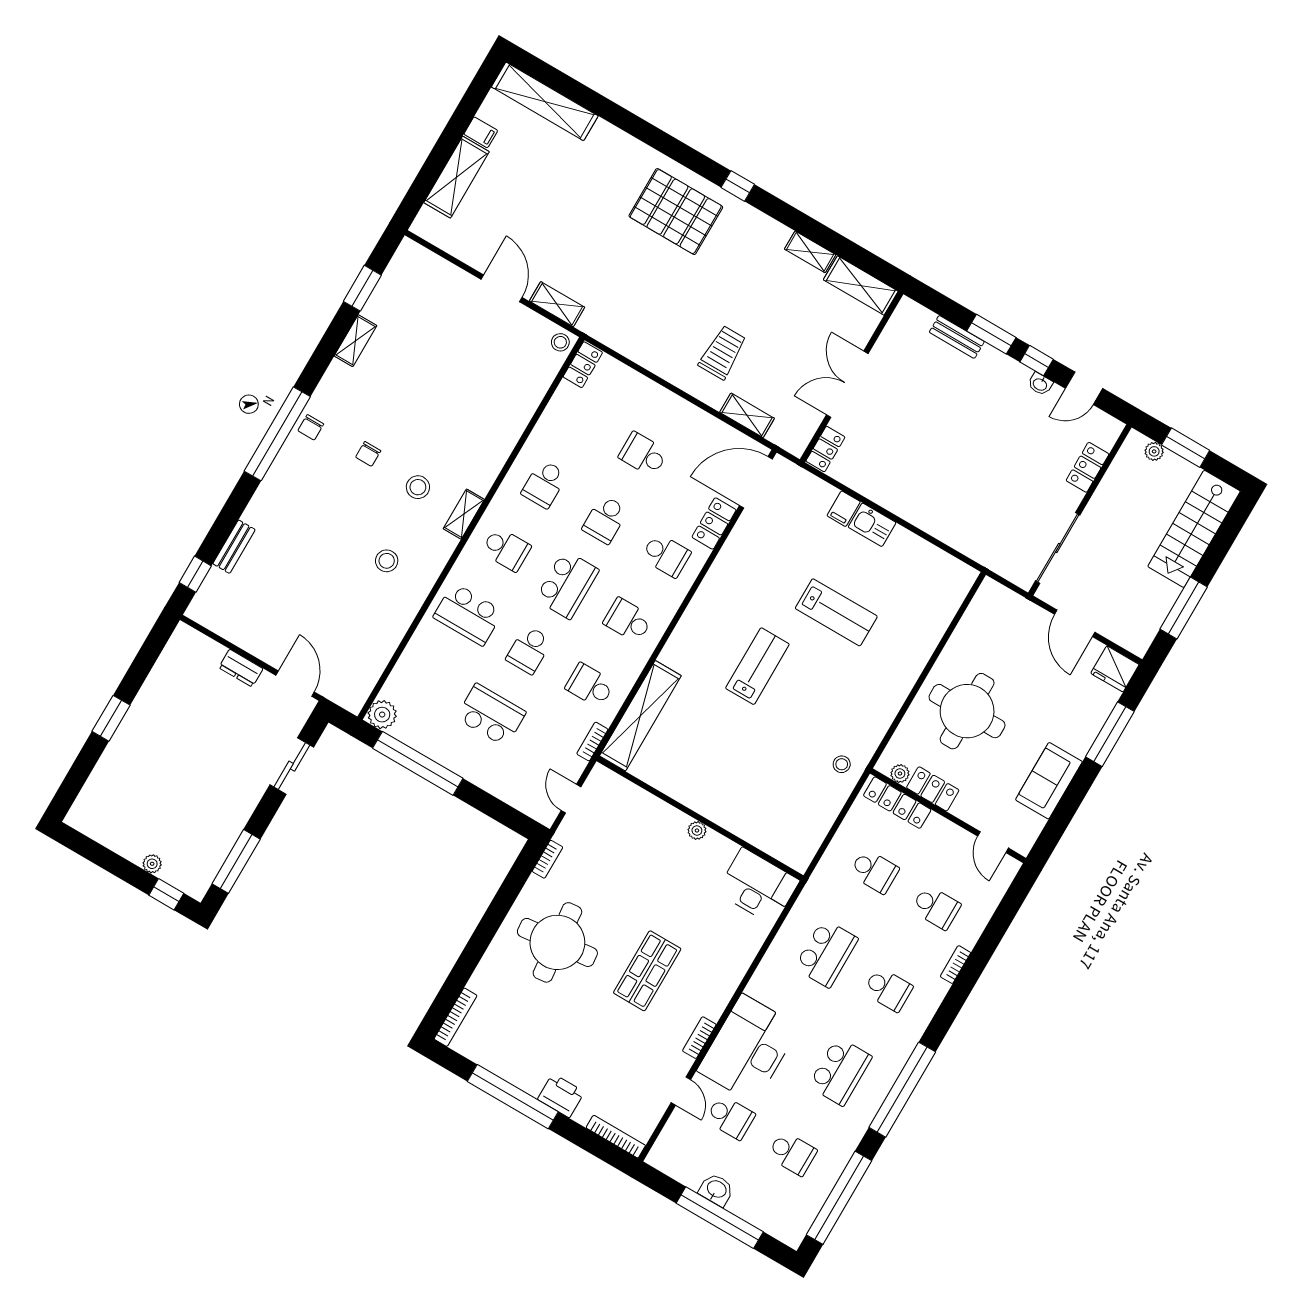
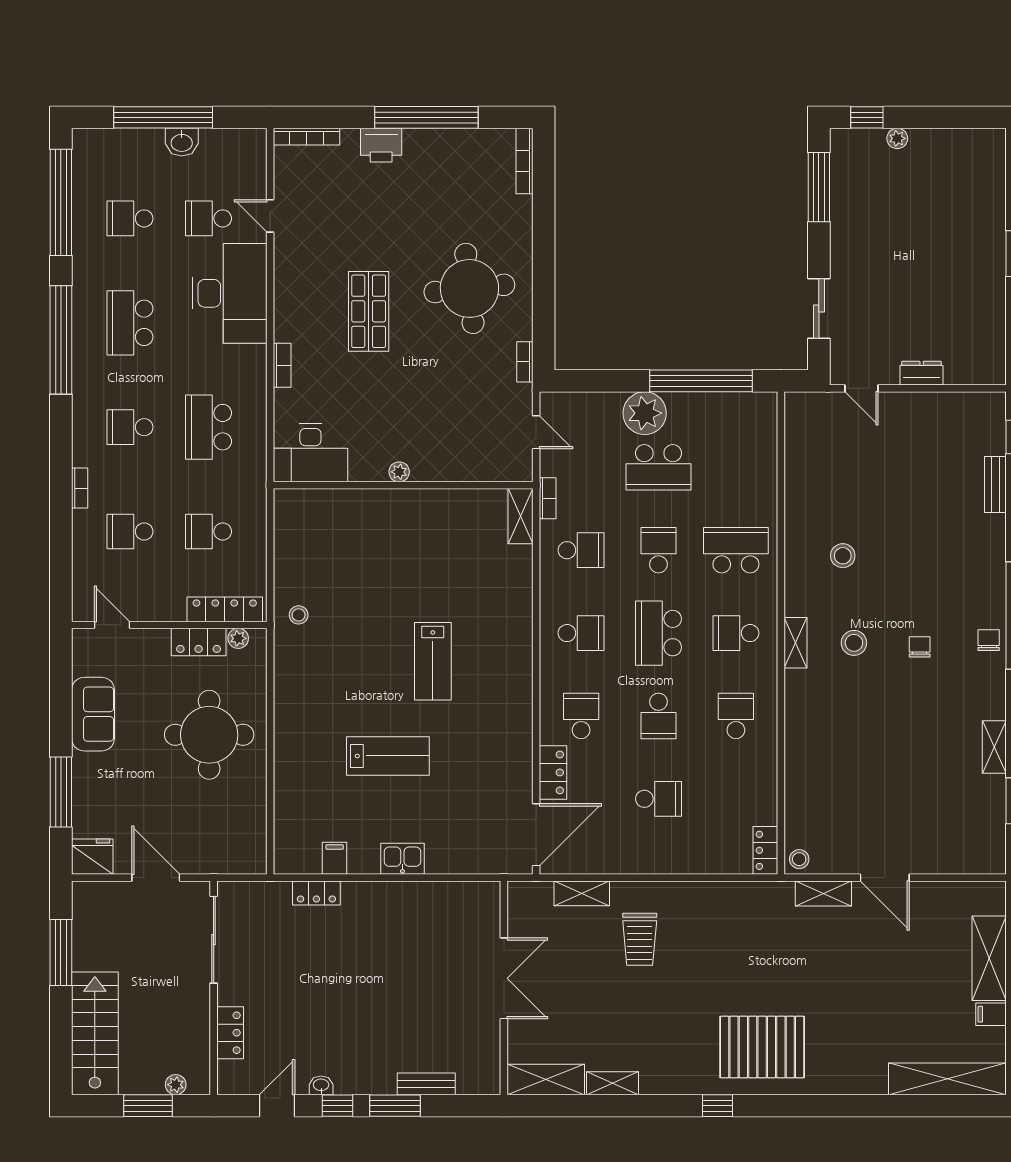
locker: (825, 449) -> (316, 893), moved, turned -90
filing cabinet: (844, 509) -> (335, 858), moved
school desk: (605, 519) -> (659, 716), turned 180
school desk: (666, 555) -> (581, 716), turned 90
lab bench: (836, 612) -> (388, 756), turned 180
door: (295, 684) -> (862, 388), width x0.73
plant: (382, 715) -> (645, 413), moved, width x1.36, depth x1.36
shelving: (640, 716) -> (521, 516), width x0.45, depth x0.75
bookcase: (699, 1038) -> (282, 365), moved

